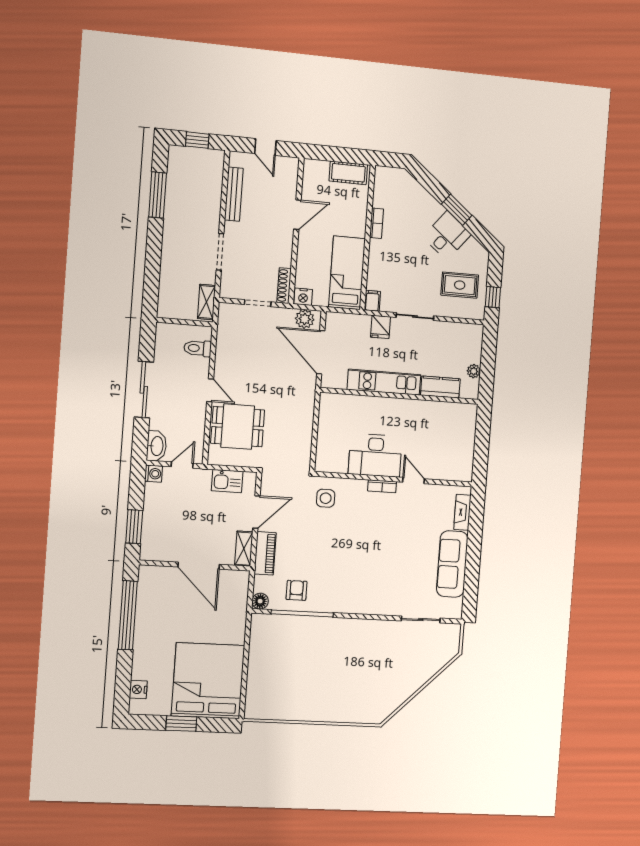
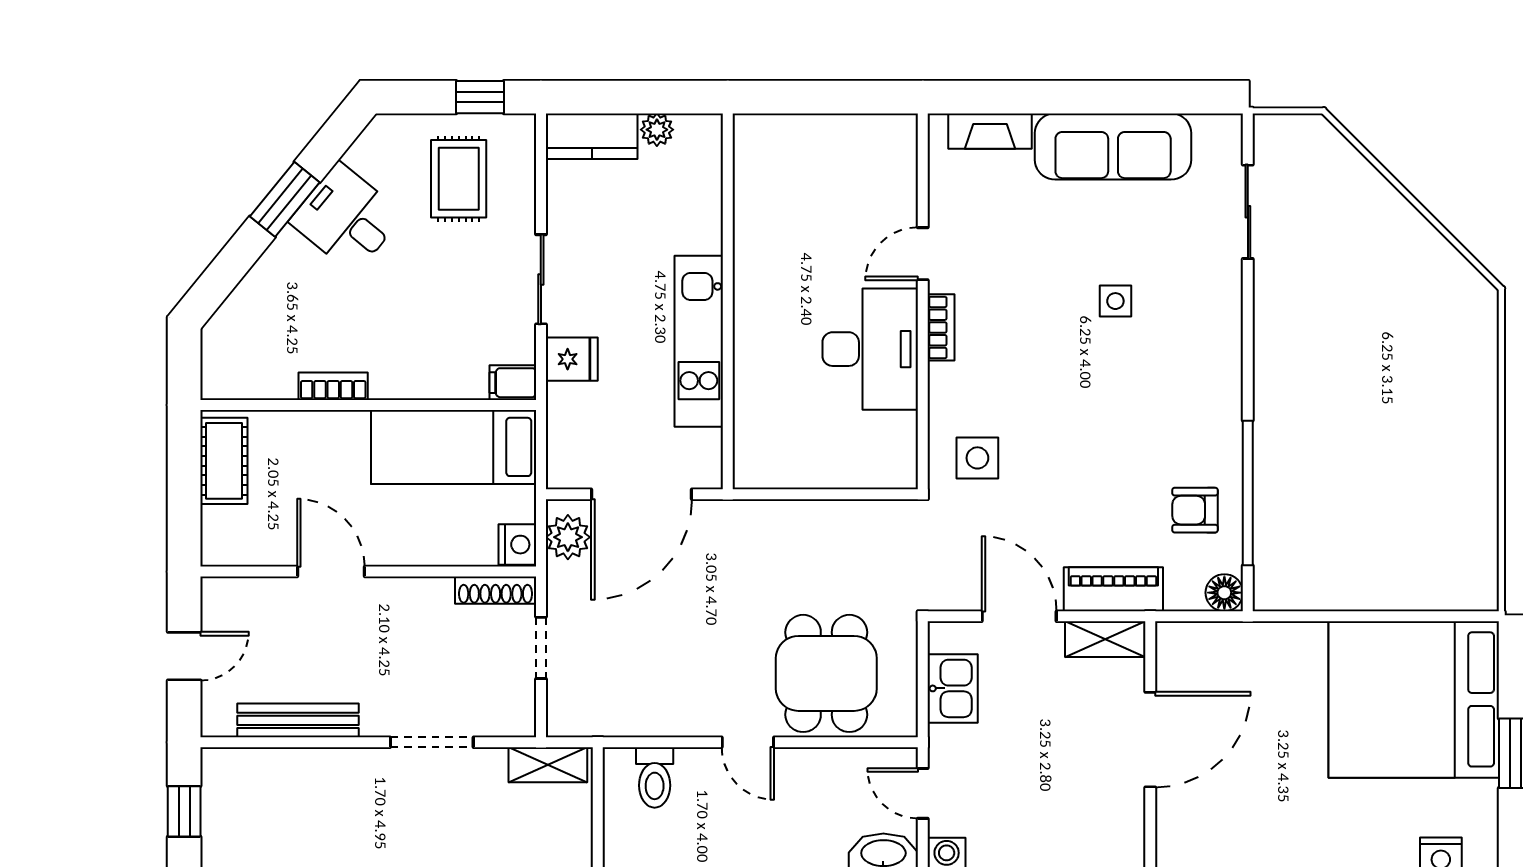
kitchen counter: (440, 387) -> (592, 136), moved, turned -90
door: (210, 390) -> (748, 742), swing flipped
side table: (388, 561) -> (1115, 301), added

